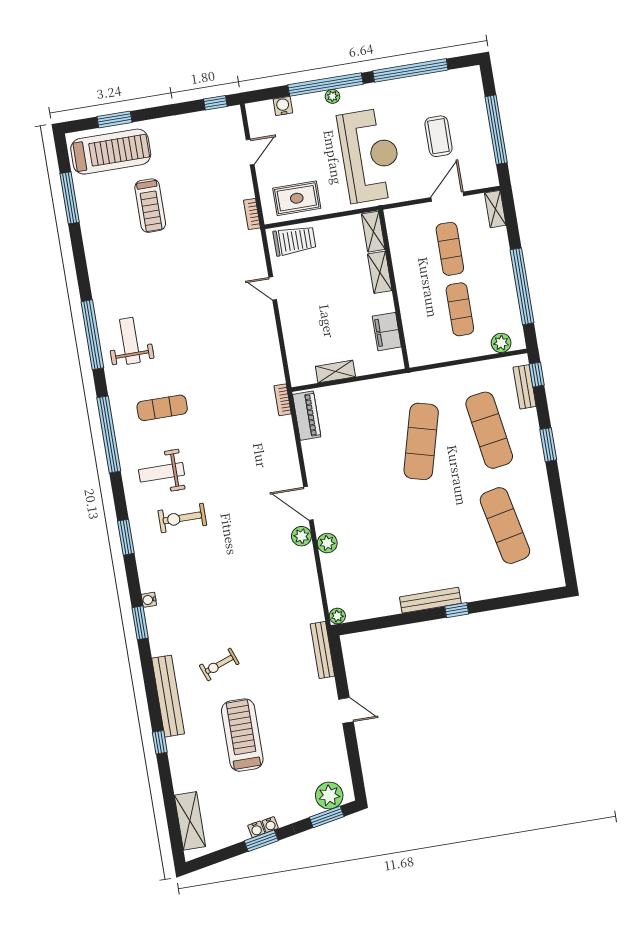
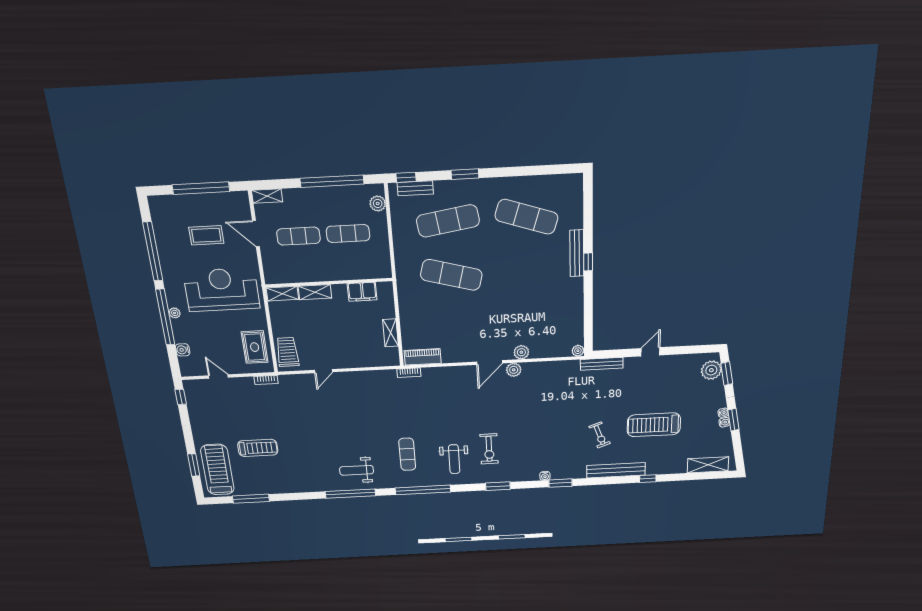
exercise mat: (505, 526) -> (526, 217), turned 30
bench: (430, 600) -> (577, 253), moved

